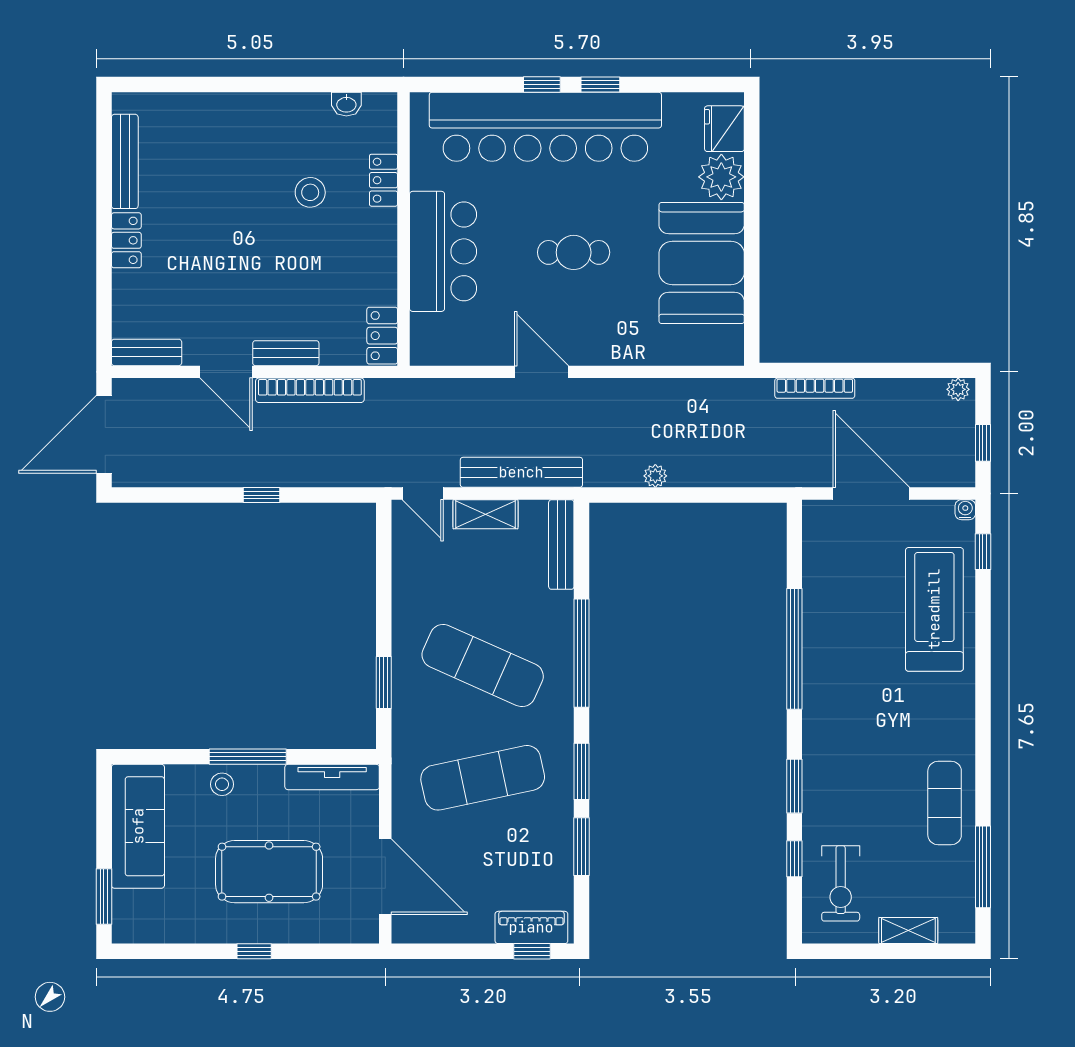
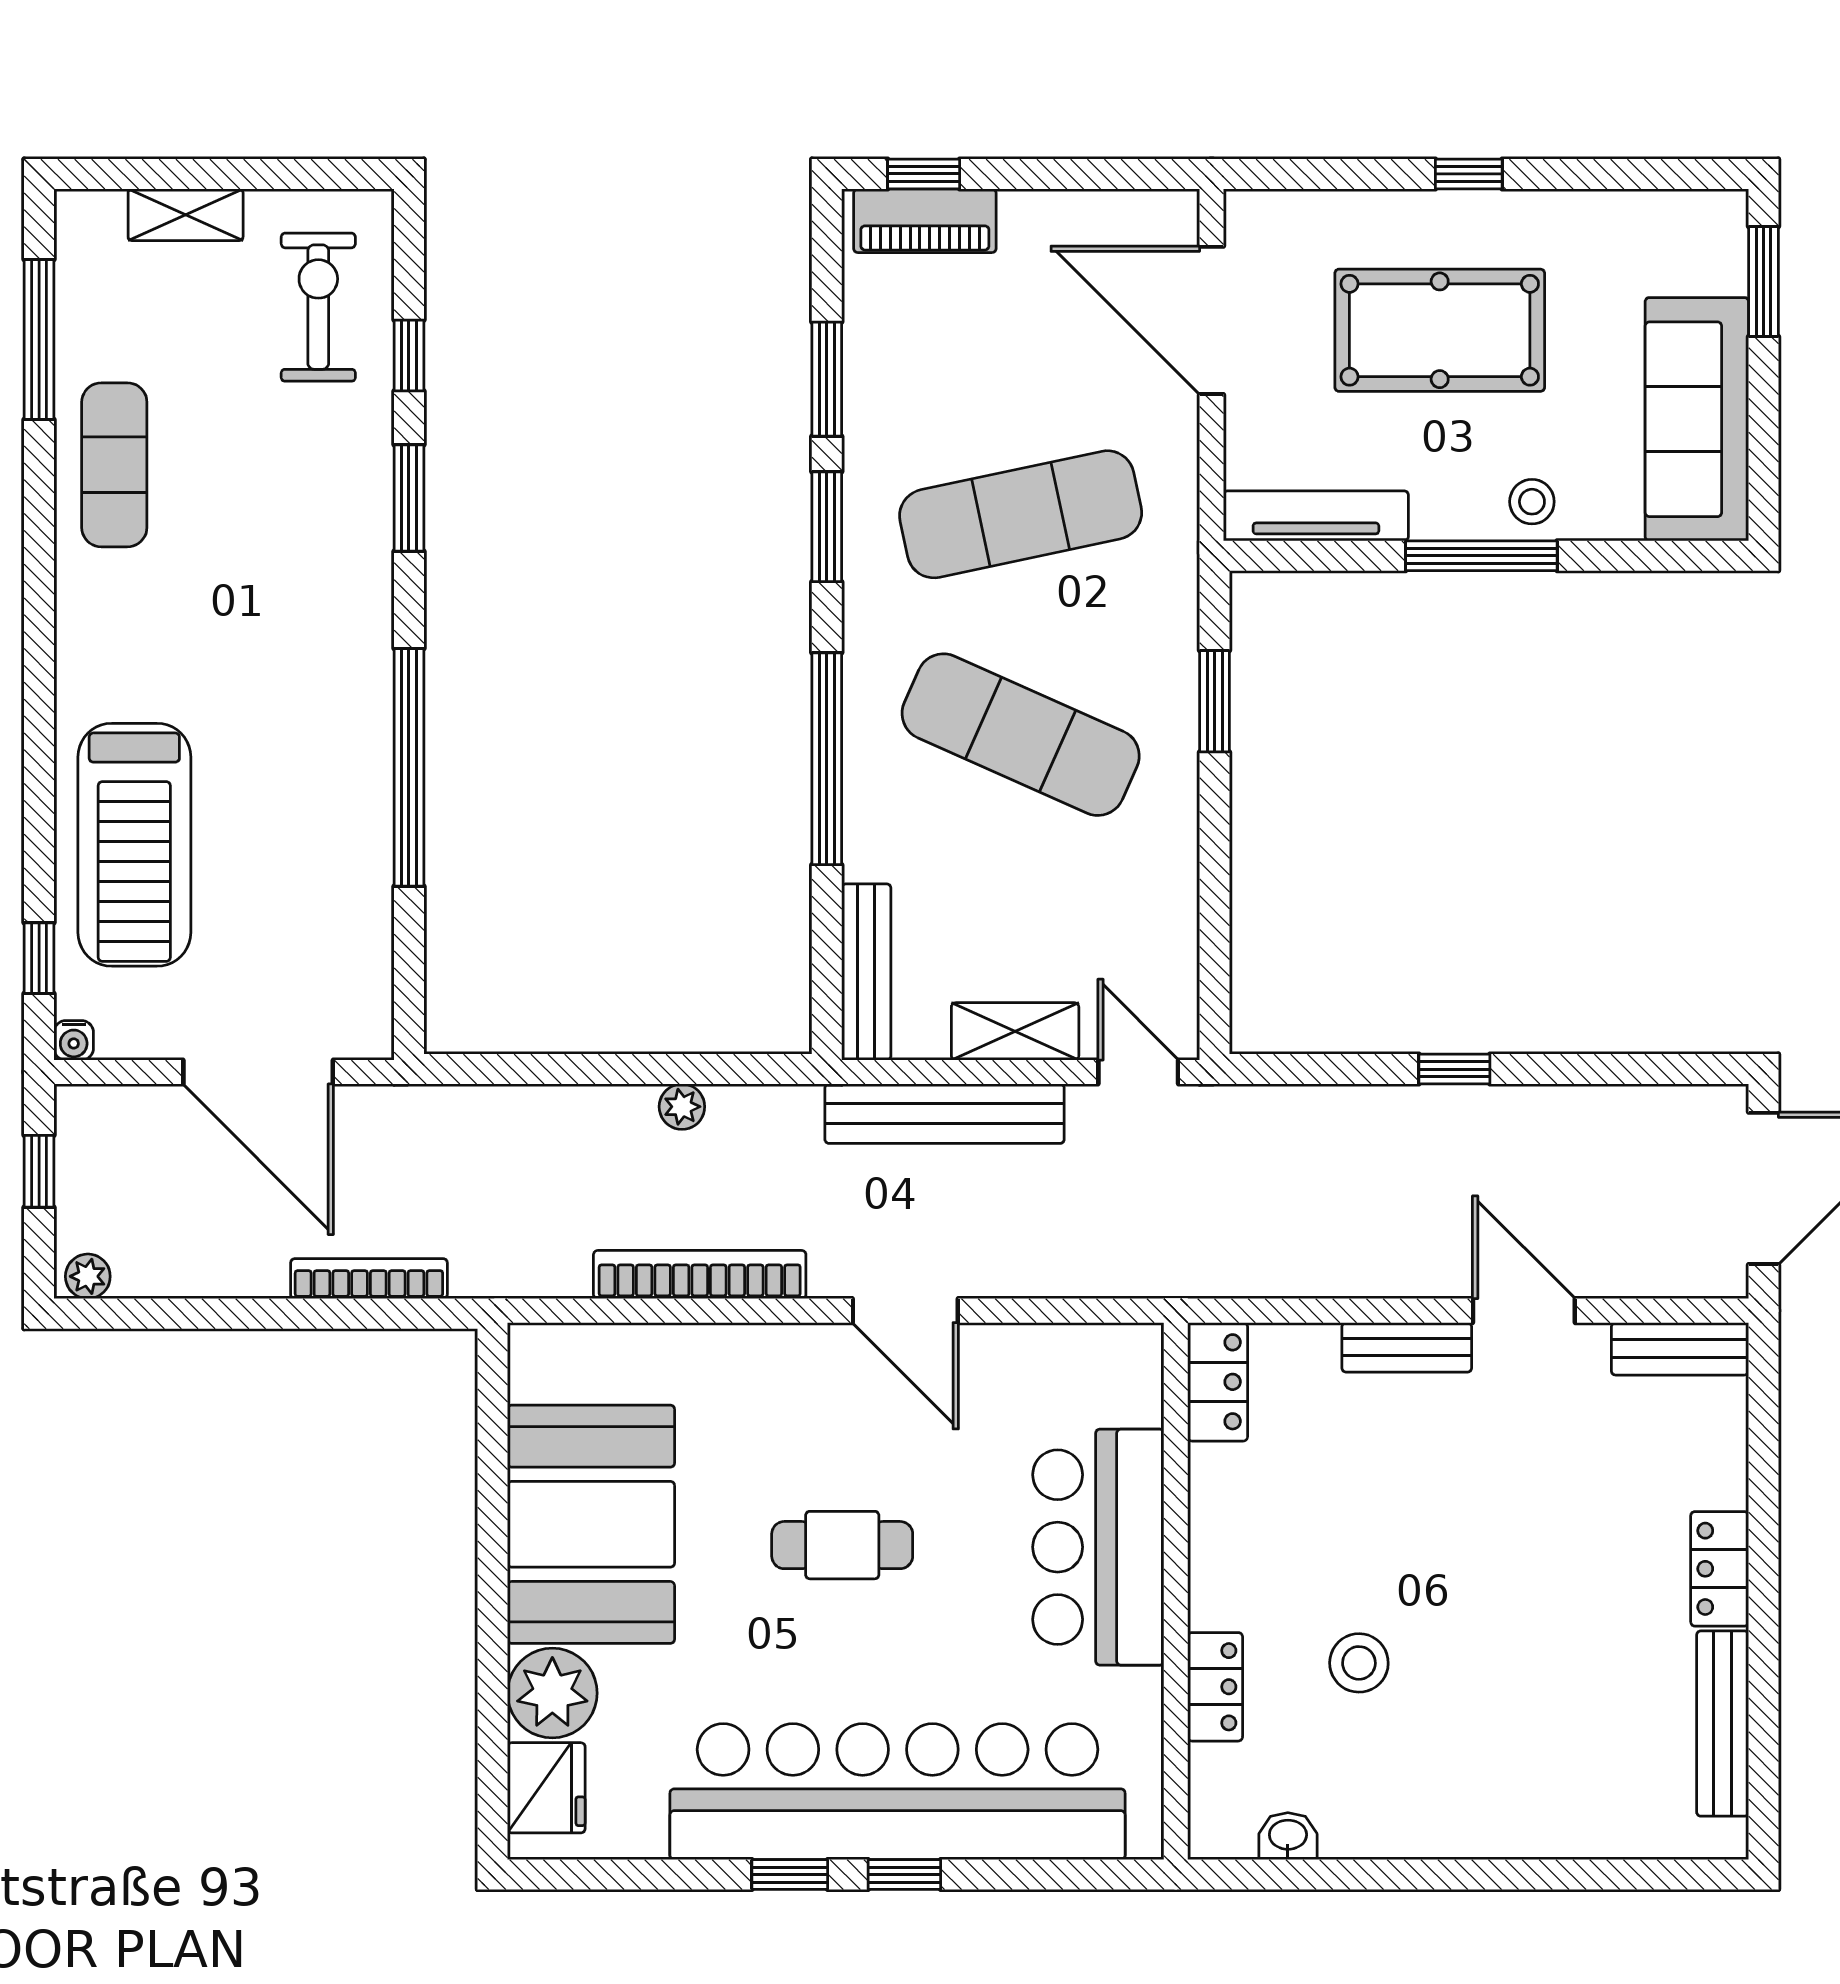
bookcase: (310, 390) -> (700, 1275), moved

